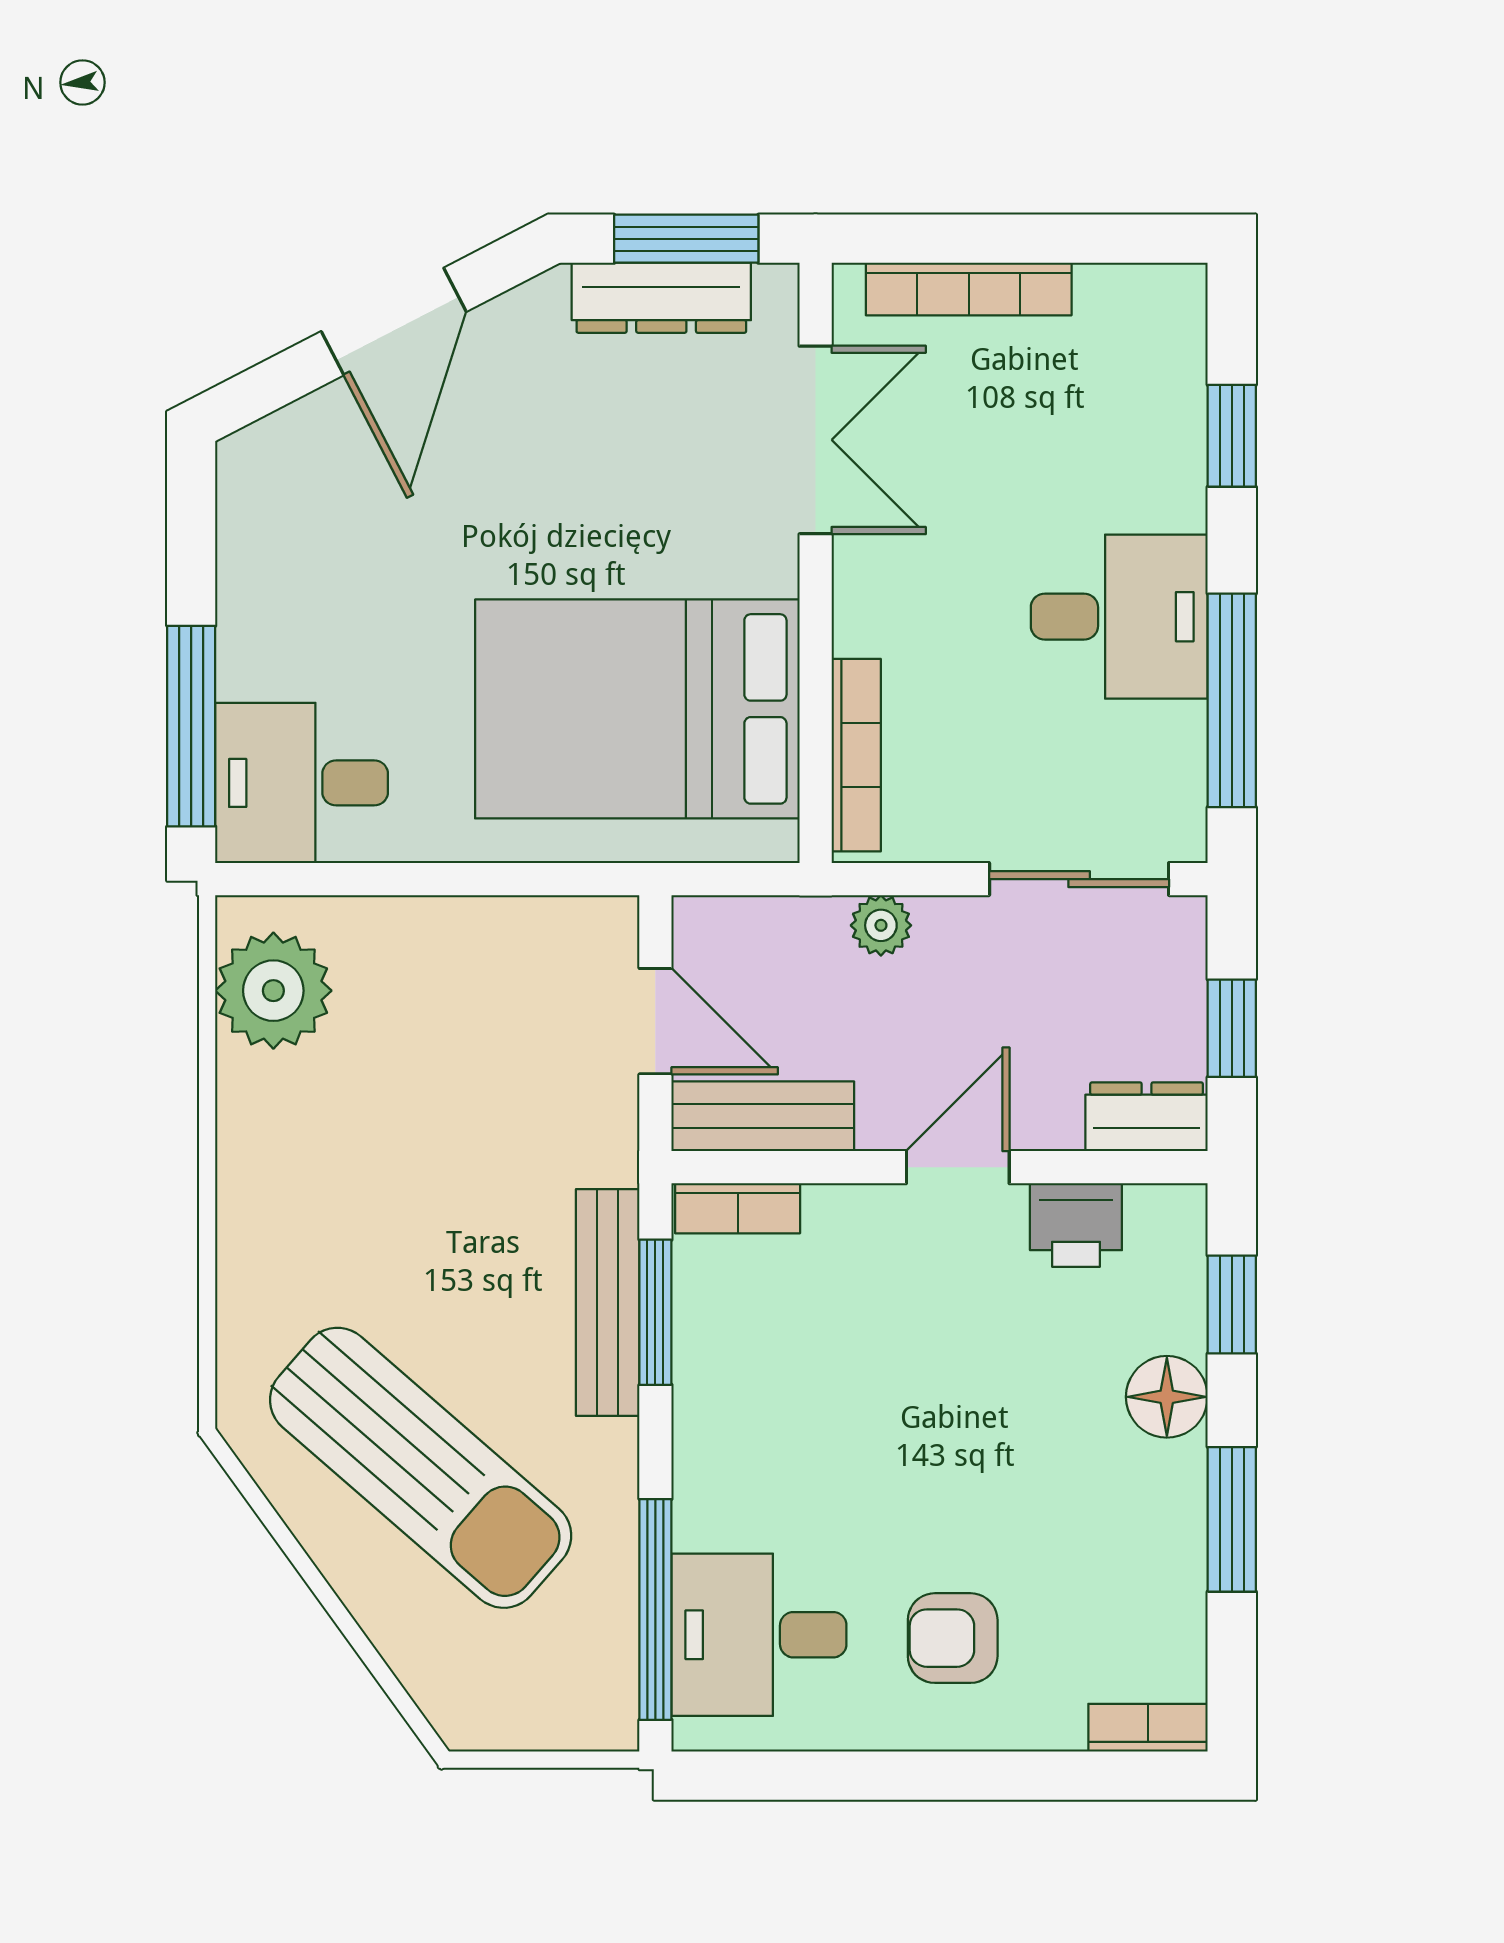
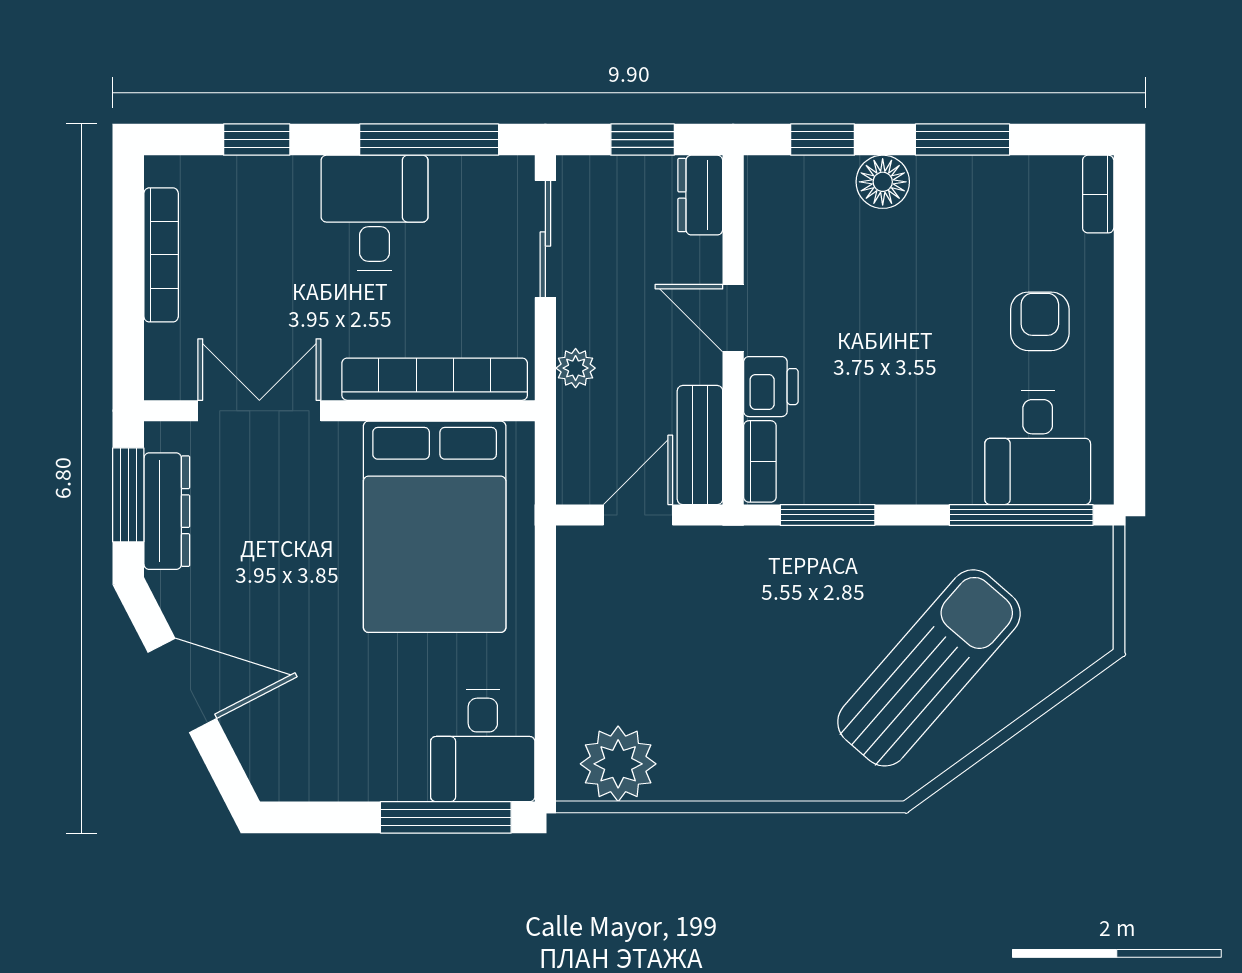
bookcase: (969, 289) -> (161, 255), moved
bookcase: (856, 755) -> (435, 379), width x1.48, depth x1.31
printer: (1076, 1225) -> (771, 387), moved
bench: (608, 1302) -> (821, 546), removed
armchair: (953, 1638) -> (1040, 321), turned 180

